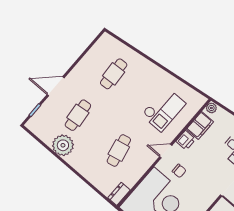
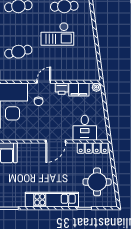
checkout: (163, 109) -> (57, 34), moved
door: (166, 151) -> (44, 82), hinge flipped

